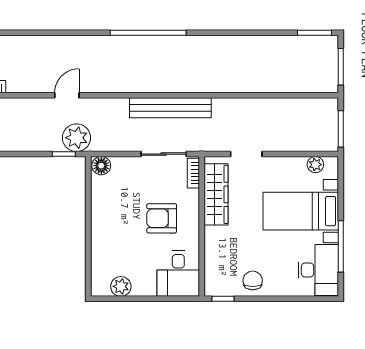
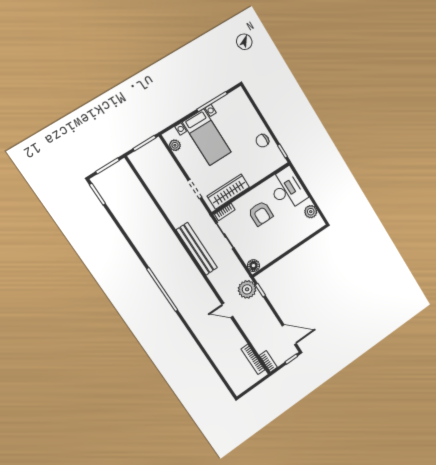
desk: (318, 270) -> (233, 107), removed
desk: (178, 274) -> (287, 189), width x1.37

